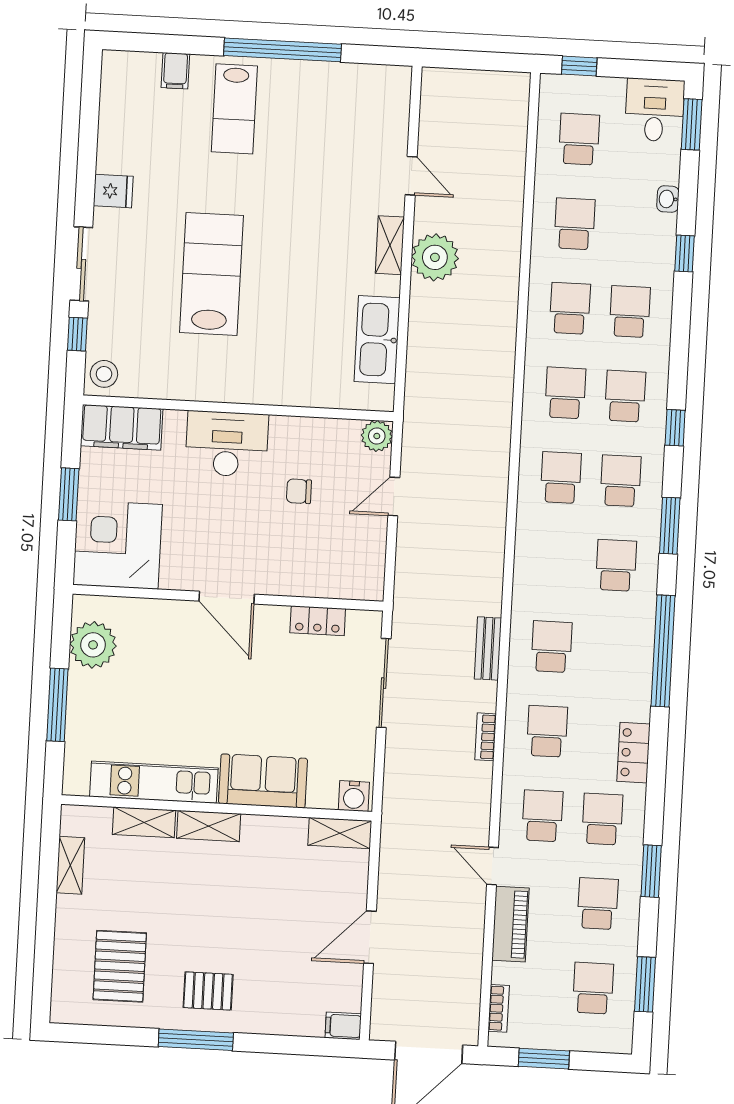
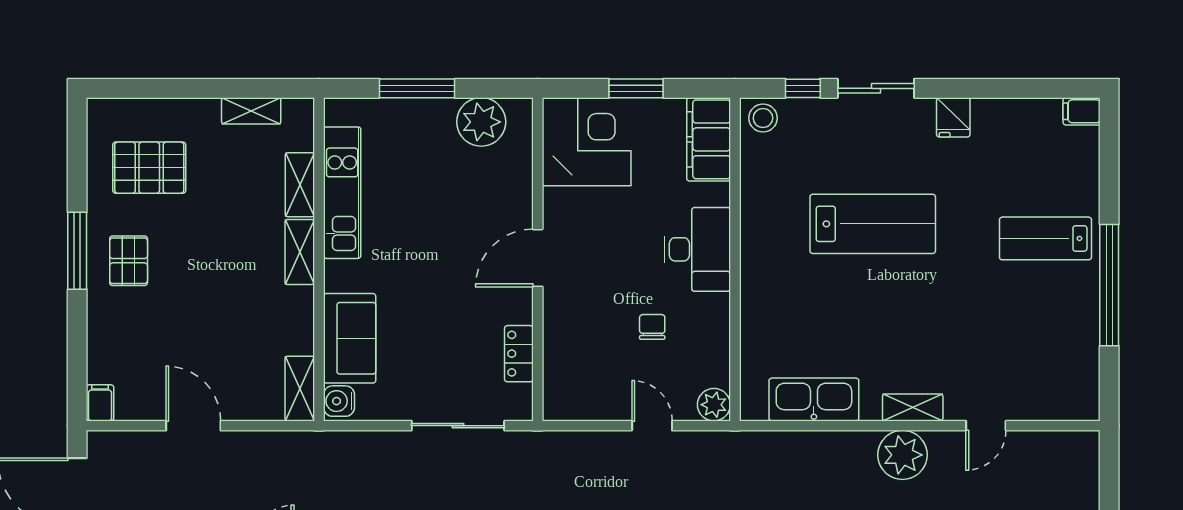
filing cabinet: (175, 71) -> (1082, 111), moved
sofa: (263, 781) -> (350, 338), moved

